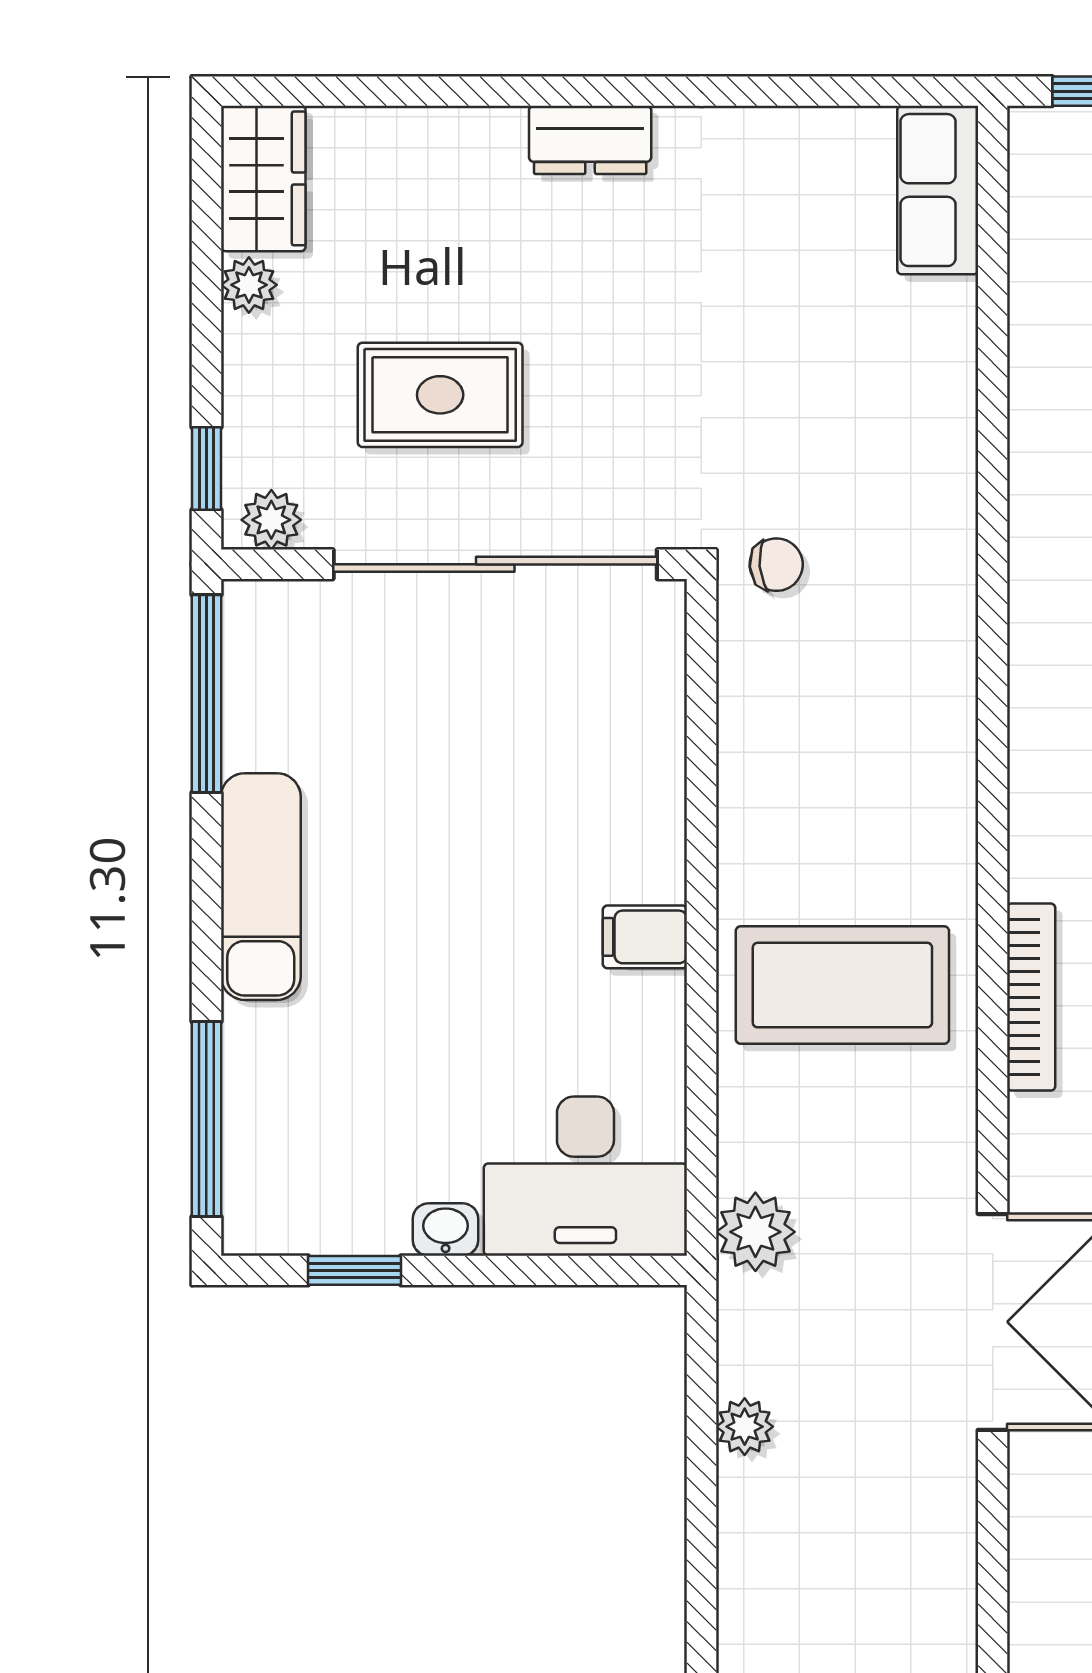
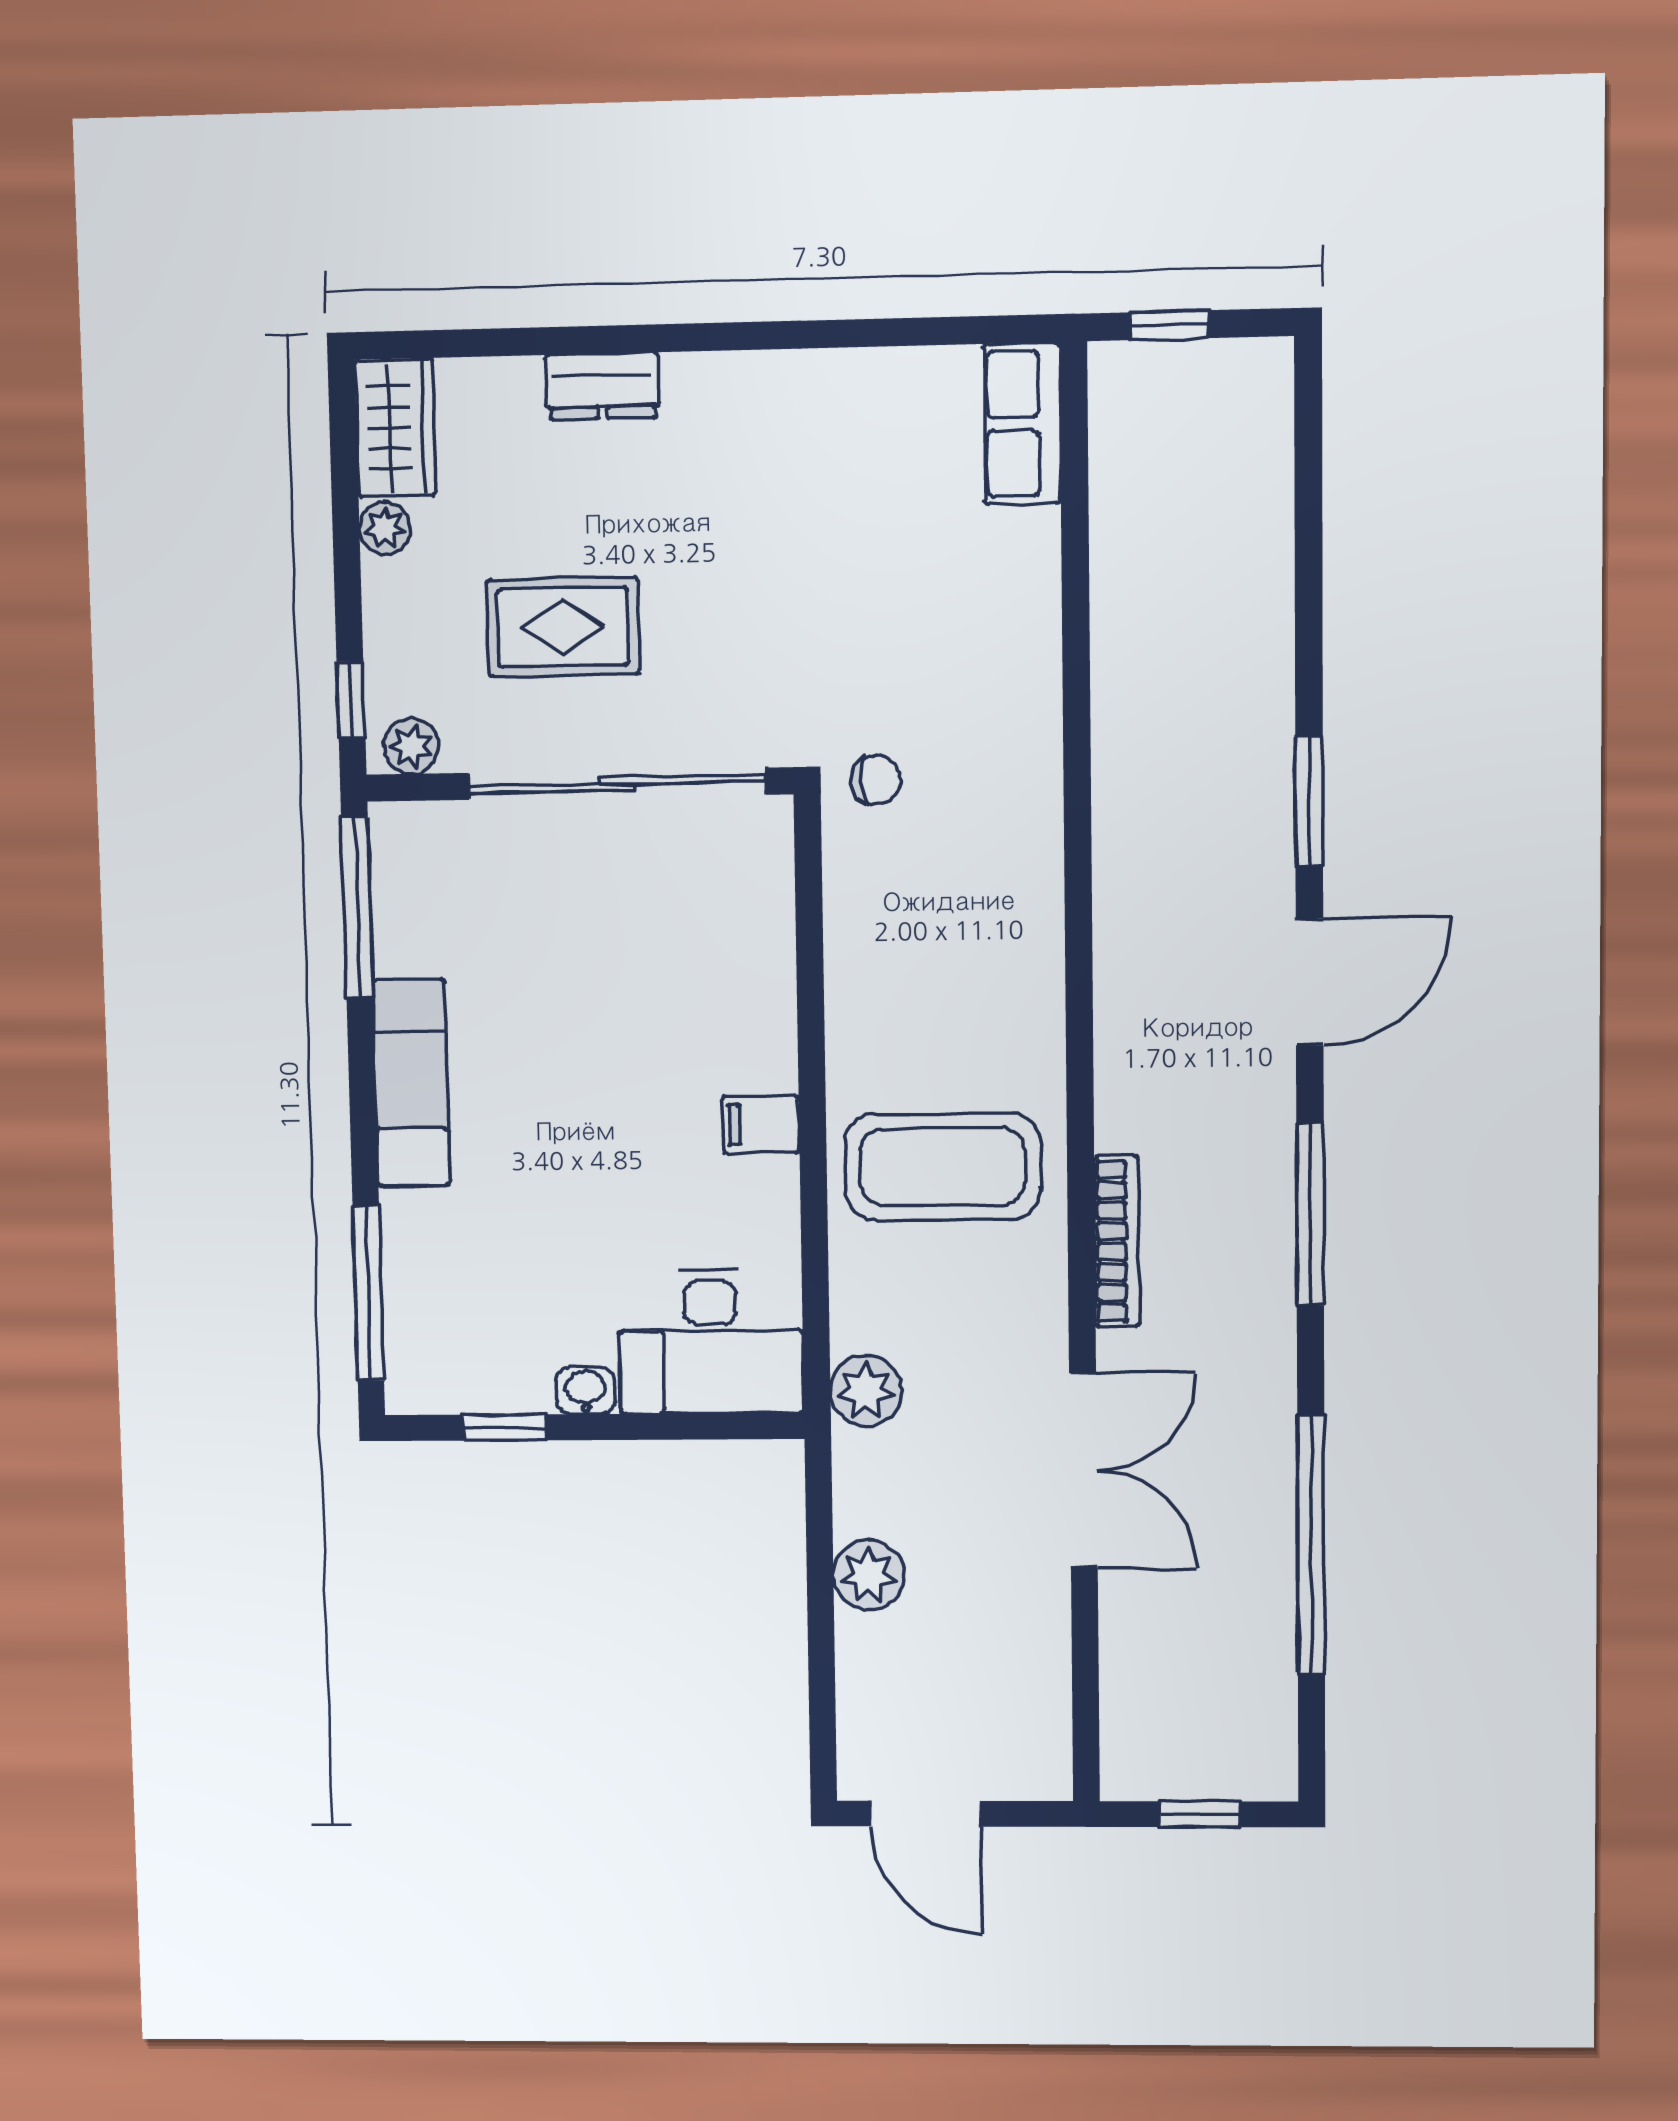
dresser: (590, 140) -> (602, 386), moved
bookcase: (1031, 997) -> (1117, 1241), moved
plant: (745, 1427) -> (869, 1575), width x1.38, depth x1.38

